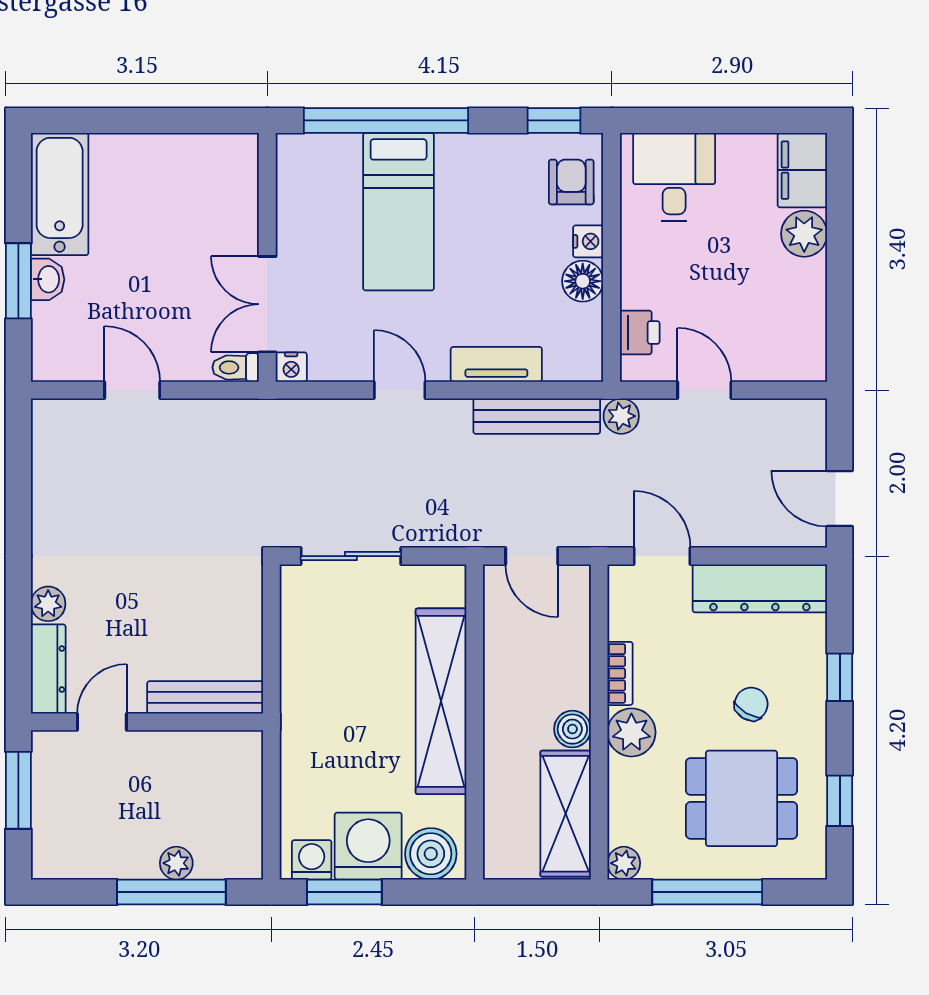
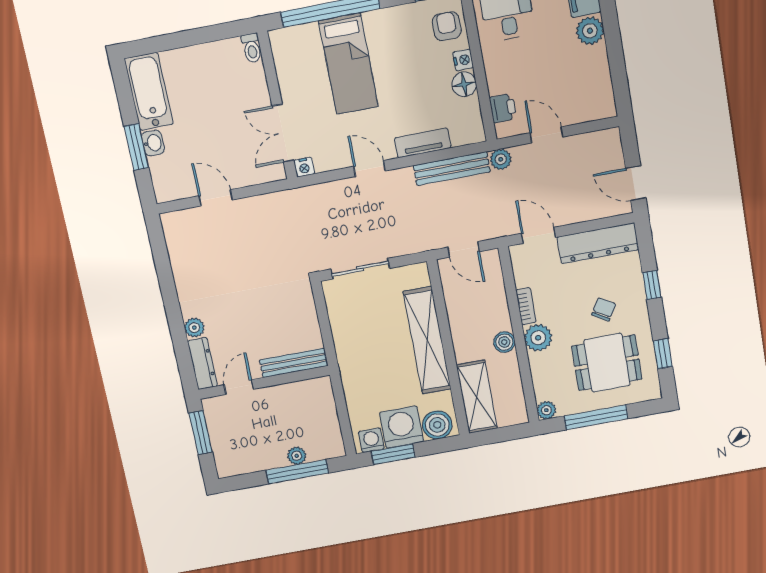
toilet: (236, 367) -> (252, 48), moved, turned -90
shelving: (566, 814) -> (477, 397), moved

